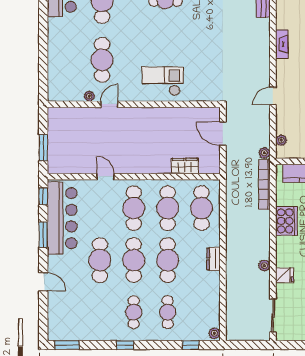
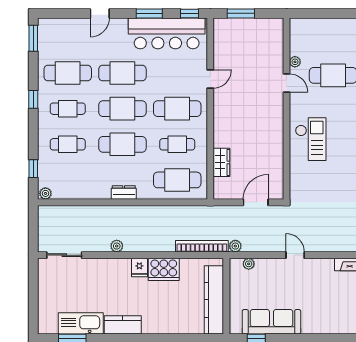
cafe table: (168, 208) -> (177, 144), width x0.73, depth x0.74
fridge: (285, 275) -> (139, 267), moved
cafe table: (100, 312) -> (68, 73), added

